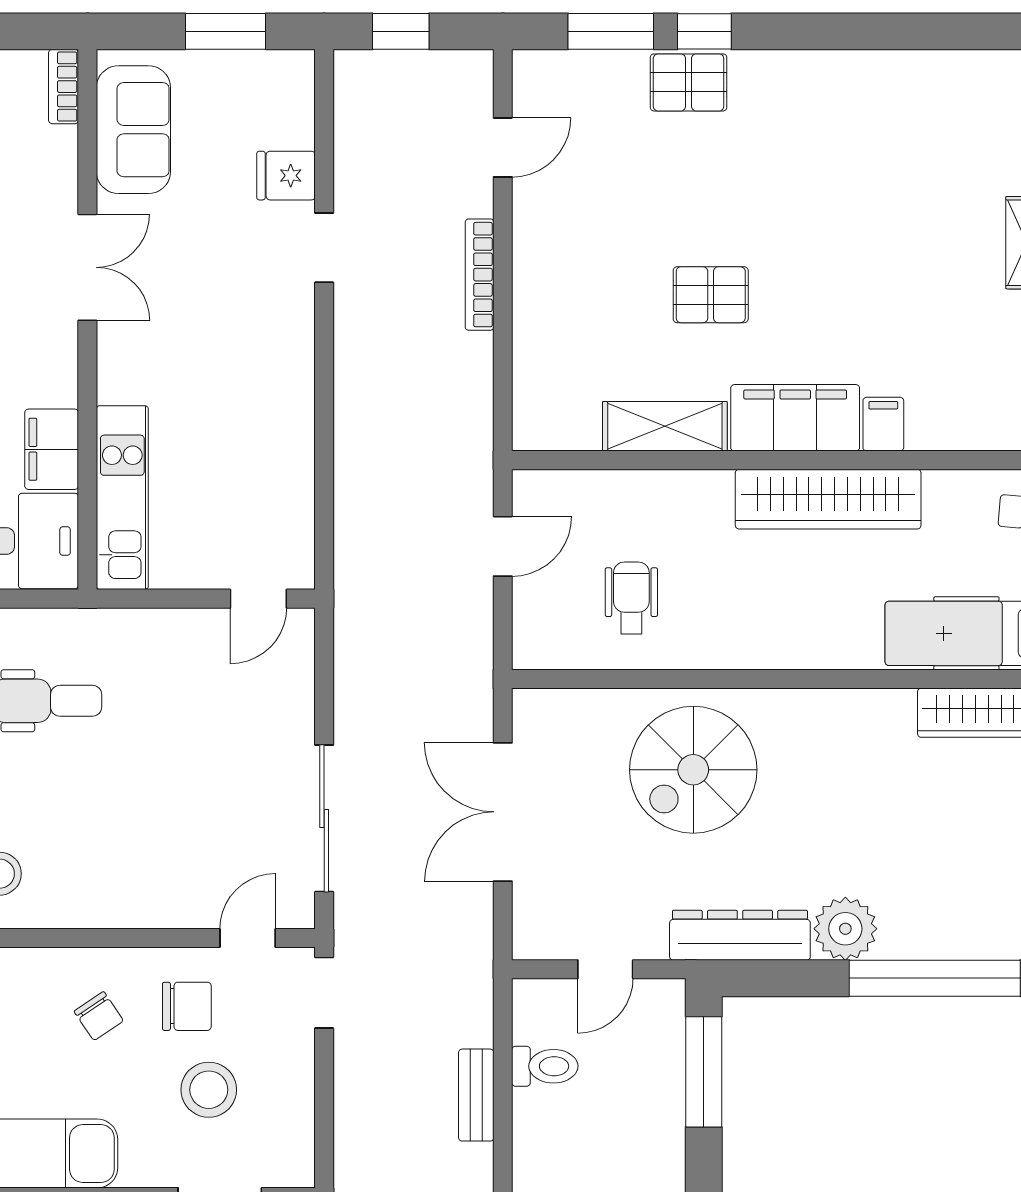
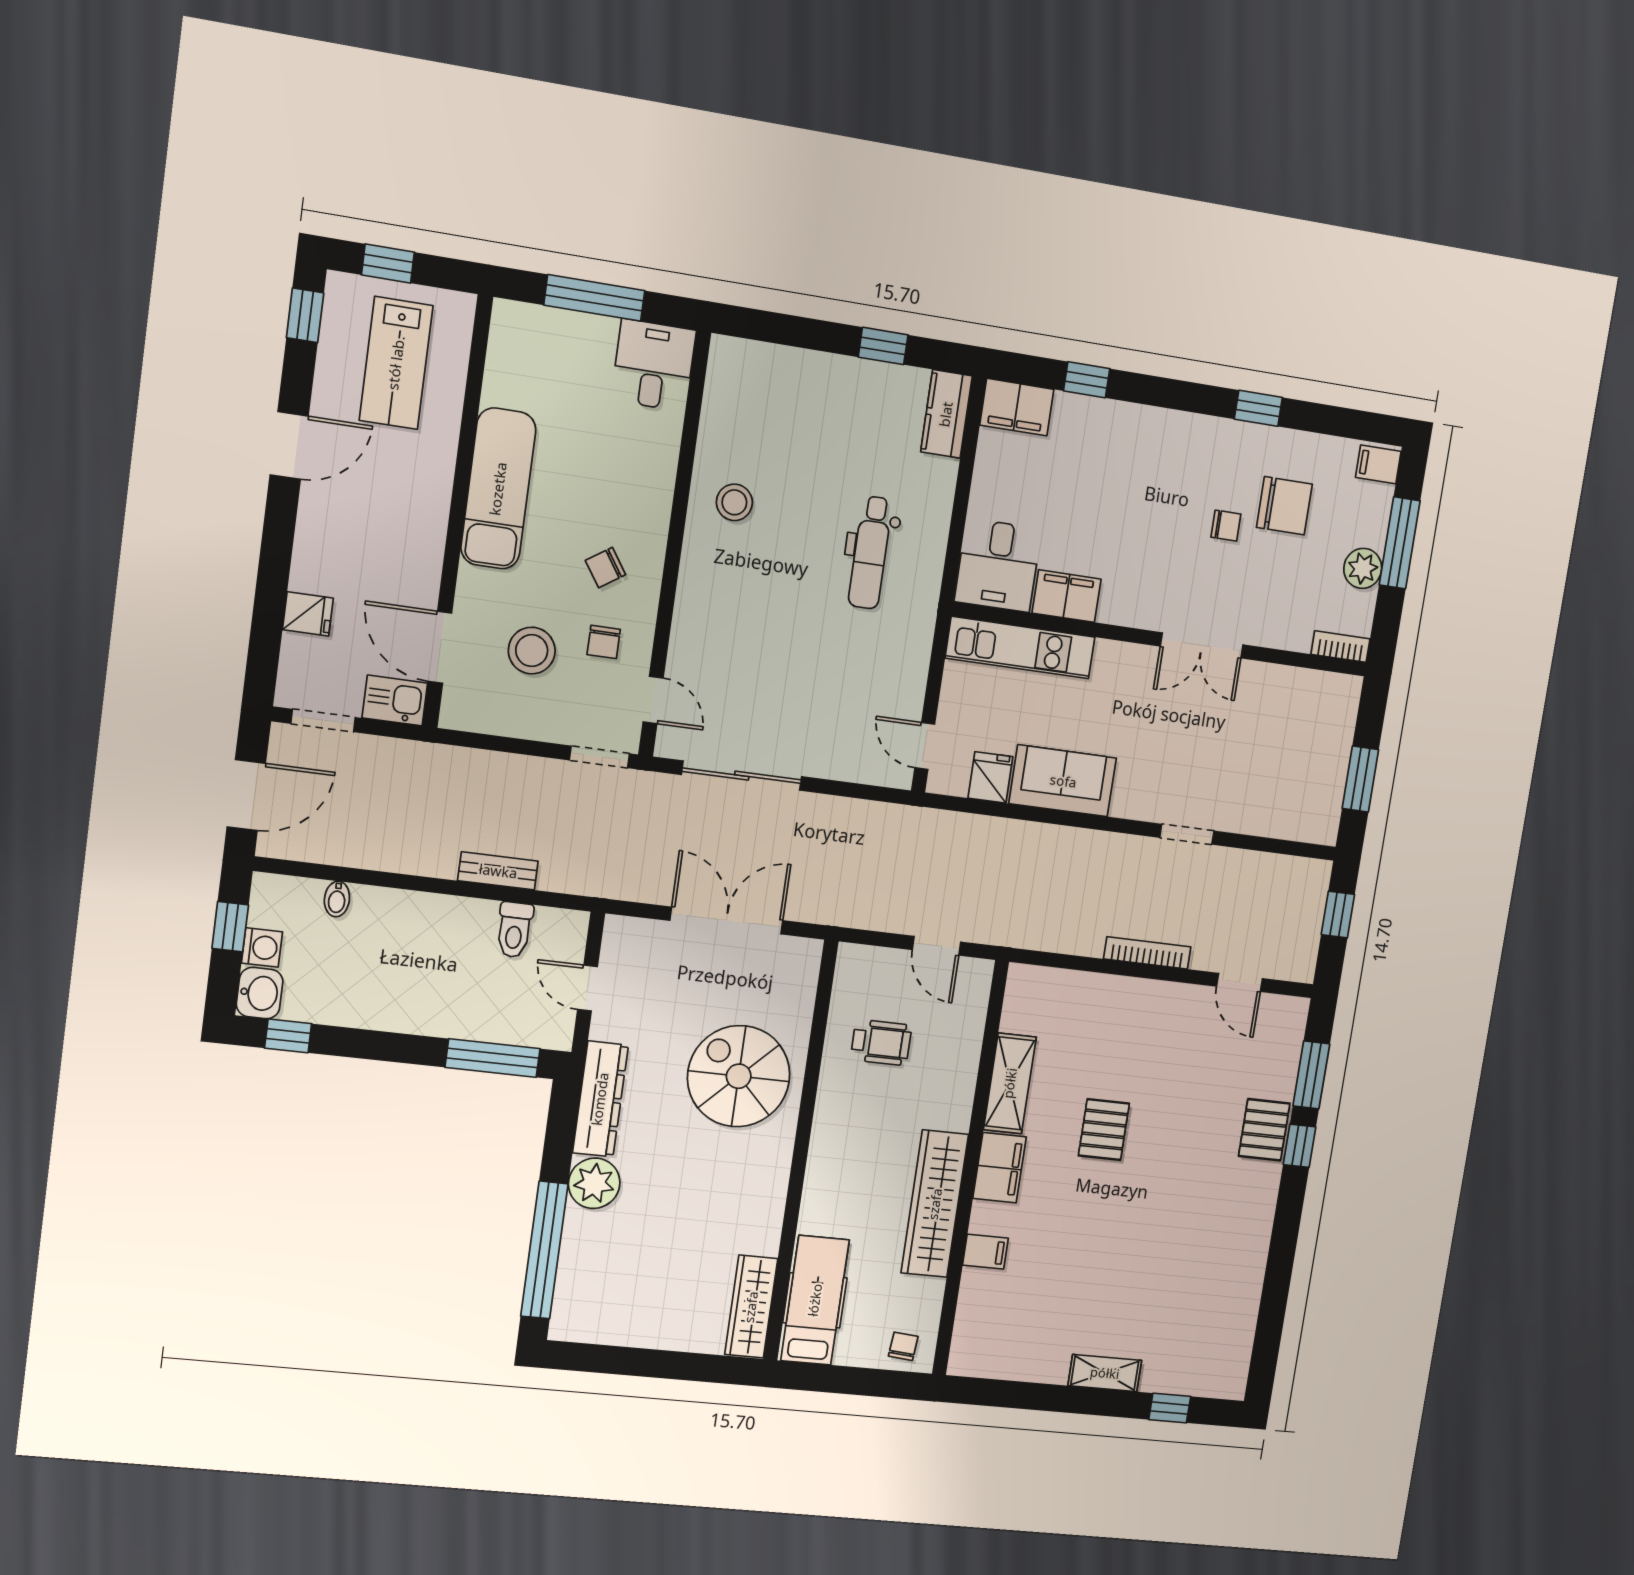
sofa: (133, 130) -> (1063, 781), moved, turned 180
fridge: (286, 176) -> (990, 777), moved
filing cabinet: (795, 418) -> (1000, 1168), width x0.67, depth x0.86
chair: (187, 1006) -> (604, 642), width x0.73, depth x0.73

